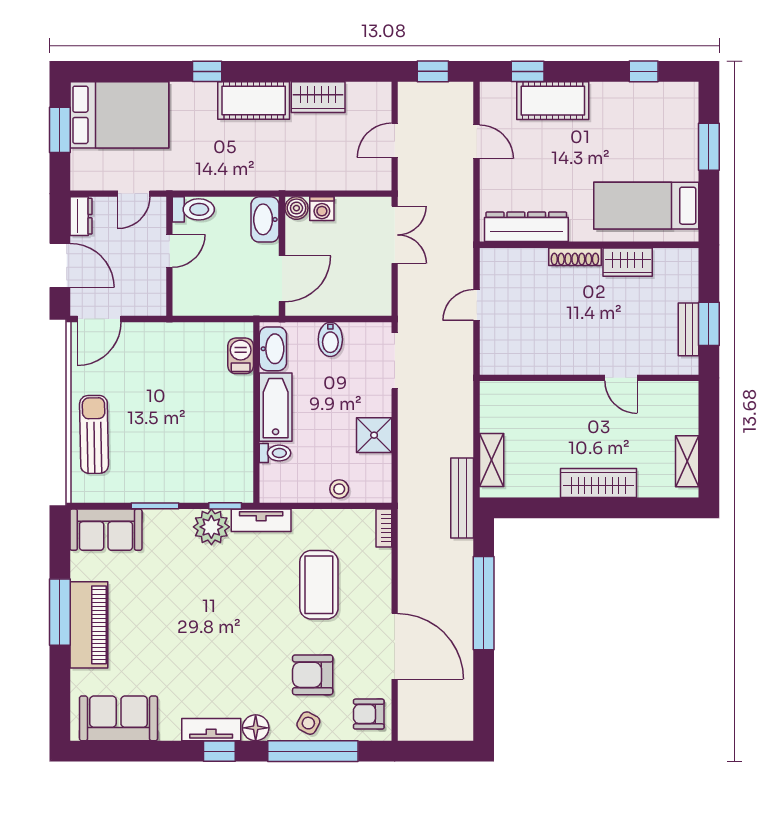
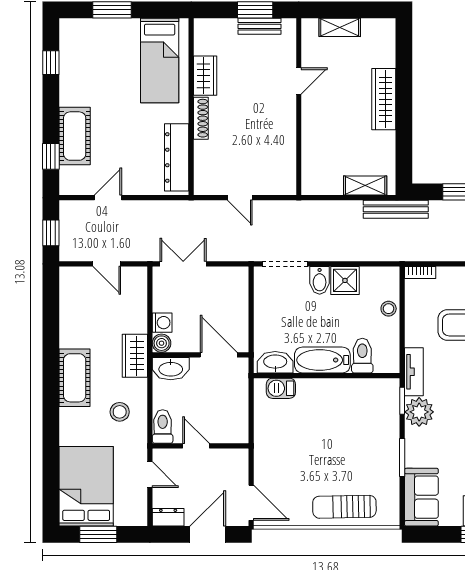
window: (207, 71) -> (51, 415), removed
wardrobe: (318, 97) -> (135, 356), moved, turned 180
stool: (211, 156) -> (120, 412), added
bidet: (330, 339) -> (320, 280), moved, turned 90
toilet: (275, 453) -> (362, 356), width x1.37, depth x1.39
shelving: (687, 461) -> (340, 27), moved

